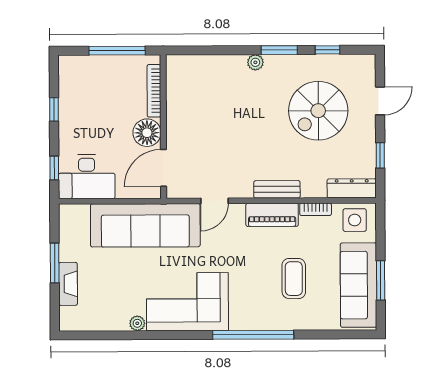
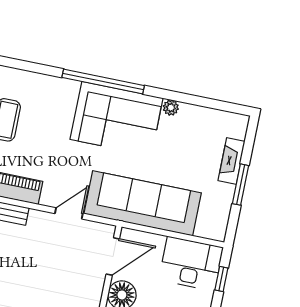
window: (253, 335) -> (103, 81), moved

